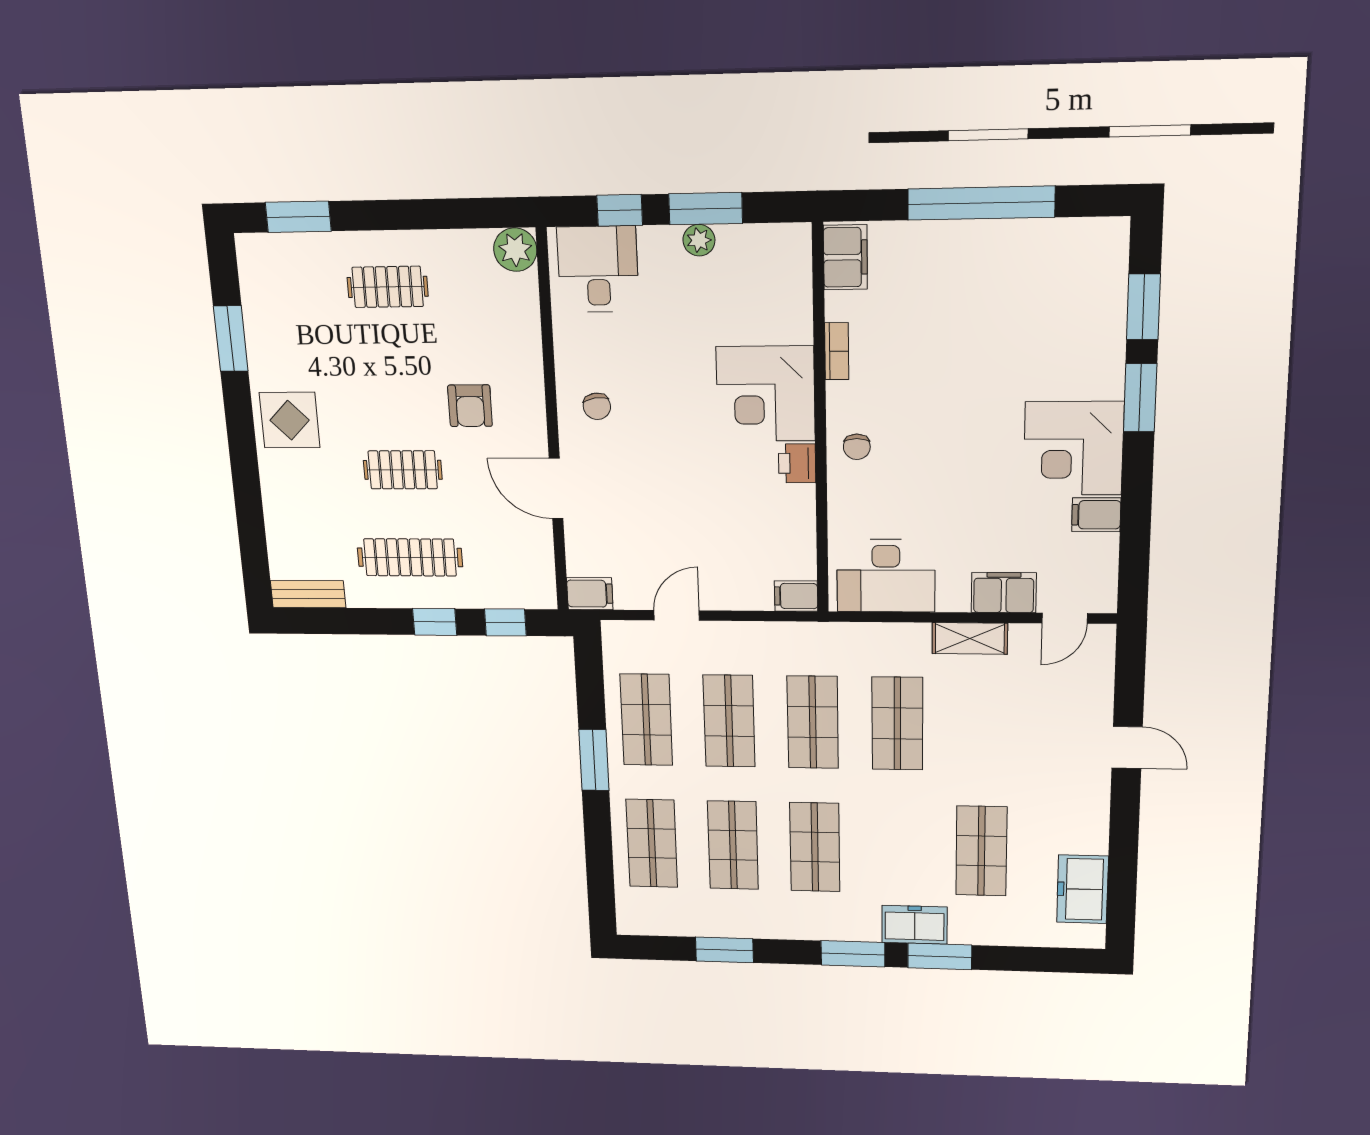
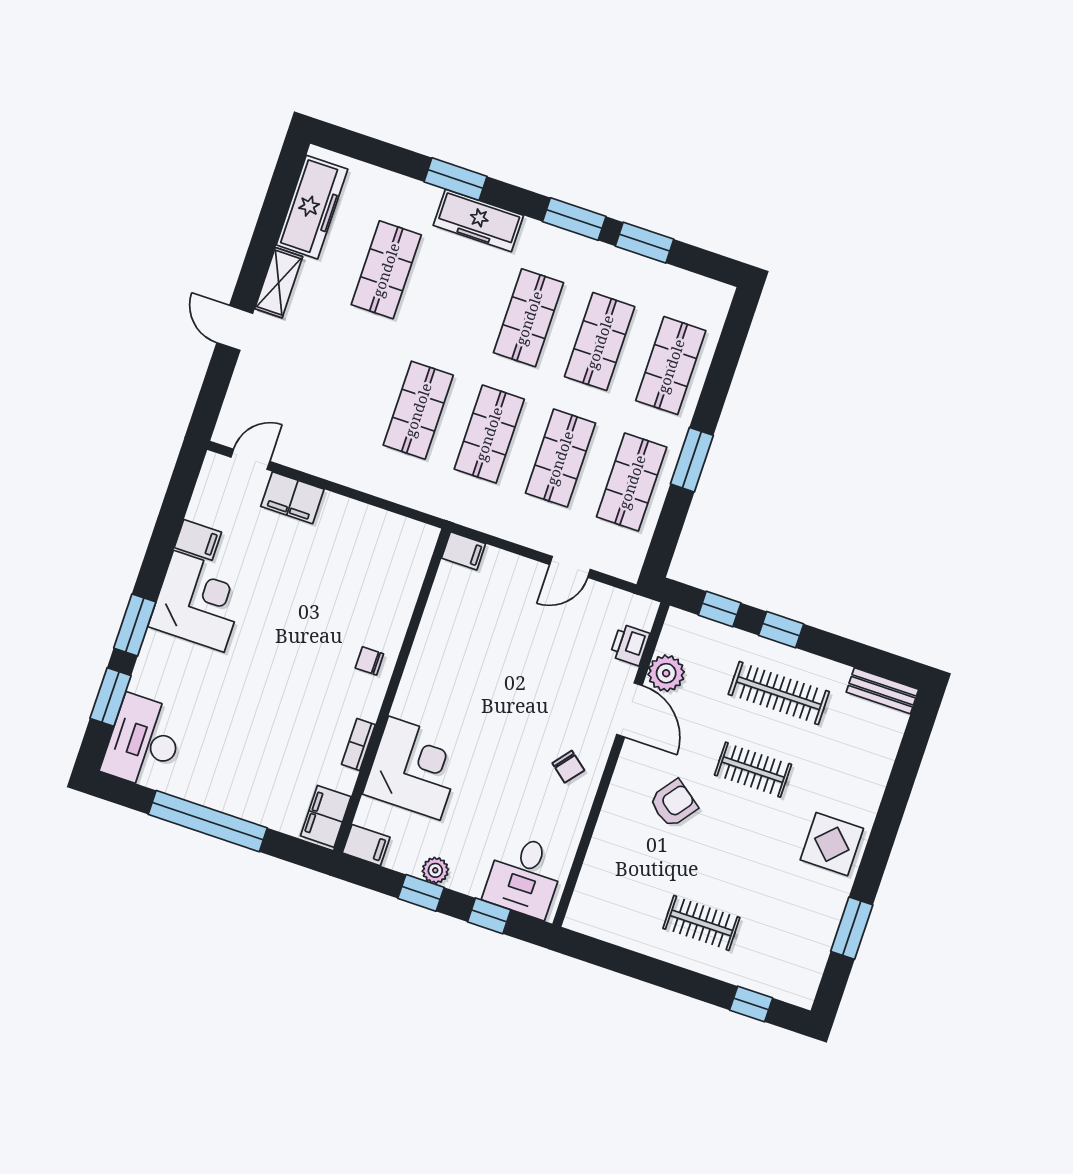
window: (706, 209) -> (421, 893), width x0.67
window: (298, 217) -> (751, 1004), width x0.67
plant: (515, 250) -> (666, 673), moved
corner desk: (766, 394) -> (414, 768), moved
armchair: (470, 406) -> (673, 803), turned 37
chair: (597, 406) -> (568, 767), turned 137
chair: (857, 447) -> (369, 661), turned -90
printer: (797, 463) -> (630, 645), moved, turned 180
desk: (886, 576) -> (144, 742), moved, turned -90
filing cabinet: (590, 594) -> (366, 845), moved, turned 180
shelving: (970, 638) -> (279, 283), moved, turned 90
freezer: (1082, 889) -> (312, 207), width x1.40
freezer: (915, 925) -> (478, 220), width x1.40
window: (853, 954) -> (574, 219), moved

